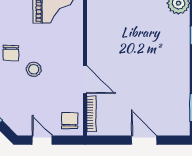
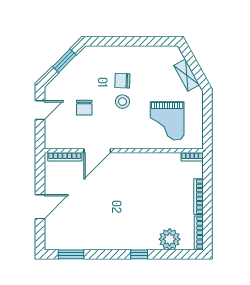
stool: (34, 69) -> (122, 102), moved
chair: (70, 121) -> (84, 108), moved, turned 90

